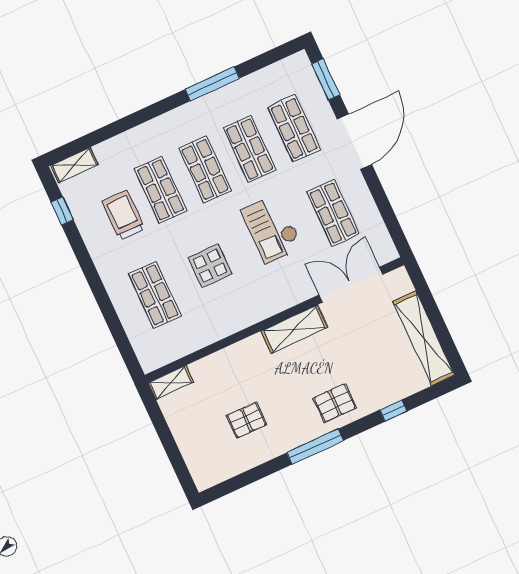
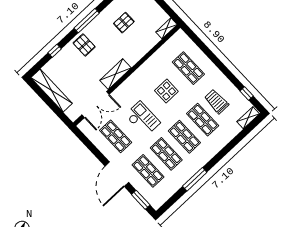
trolley: (123, 215) -> (216, 101), turned 180
pallet: (335, 403) -> (84, 45), turned 90

